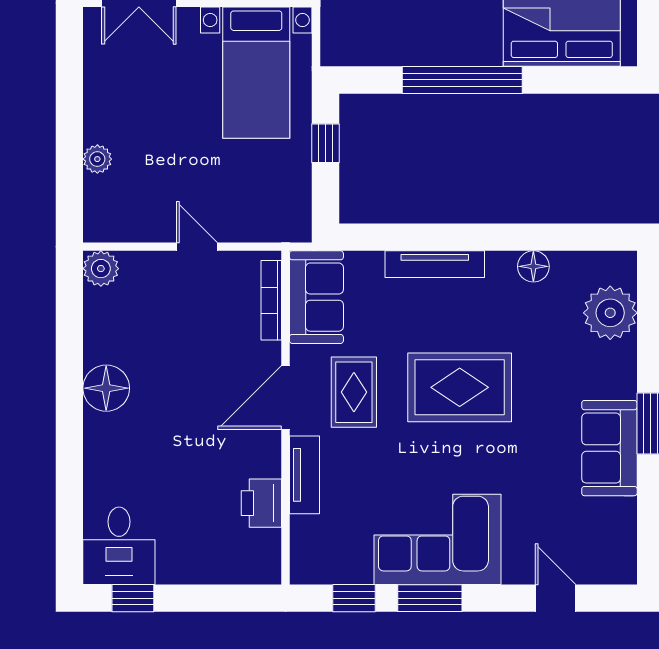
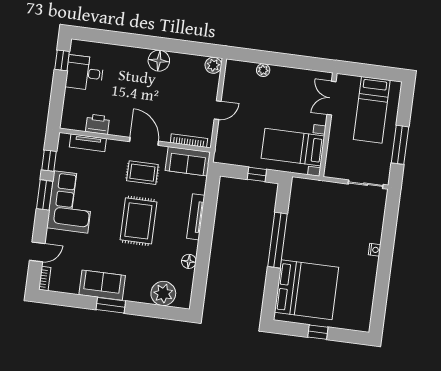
tv unit: (304, 475) -> (88, 143), moved
desk: (119, 546) -> (85, 73), moved
bookcase: (611, 574) -> (45, 279), added

